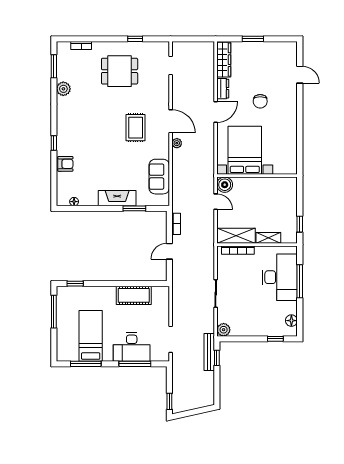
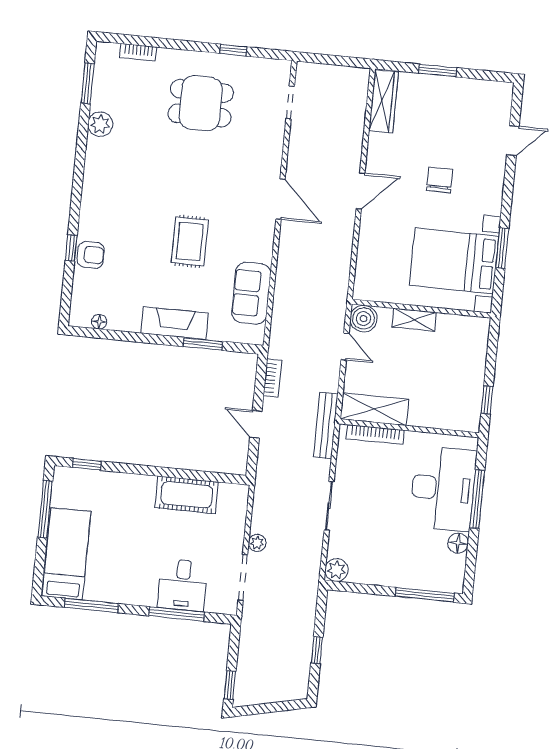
door: (300, 75) -> (513, 140), hinge flipped
dresser: (223, 89) -> (377, 151), removed
chair: (260, 101) -> (440, 180), turned 180
rug: (136, 128) -> (190, 241), moved
window: (300, 137) -> (502, 248), added
window: (54, 143) -> (71, 248), moved
plant: (177, 143) -> (257, 543), moved
bed with nightstands: (245, 150) -> (454, 261), moved, turned -90
shelving: (268, 238) -> (414, 320), moved
door: (169, 251) -> (256, 424), hinge flipped
floor lamp: (291, 321) -> (458, 543), moved
bed: (91, 336) -> (67, 554), moved
window: (275, 339) -> (425, 595), width x2.17
desk: (132, 347) -> (183, 585), width x0.73
bench: (209, 352) -> (326, 426), moved
window: (217, 358) -> (317, 650), moved

